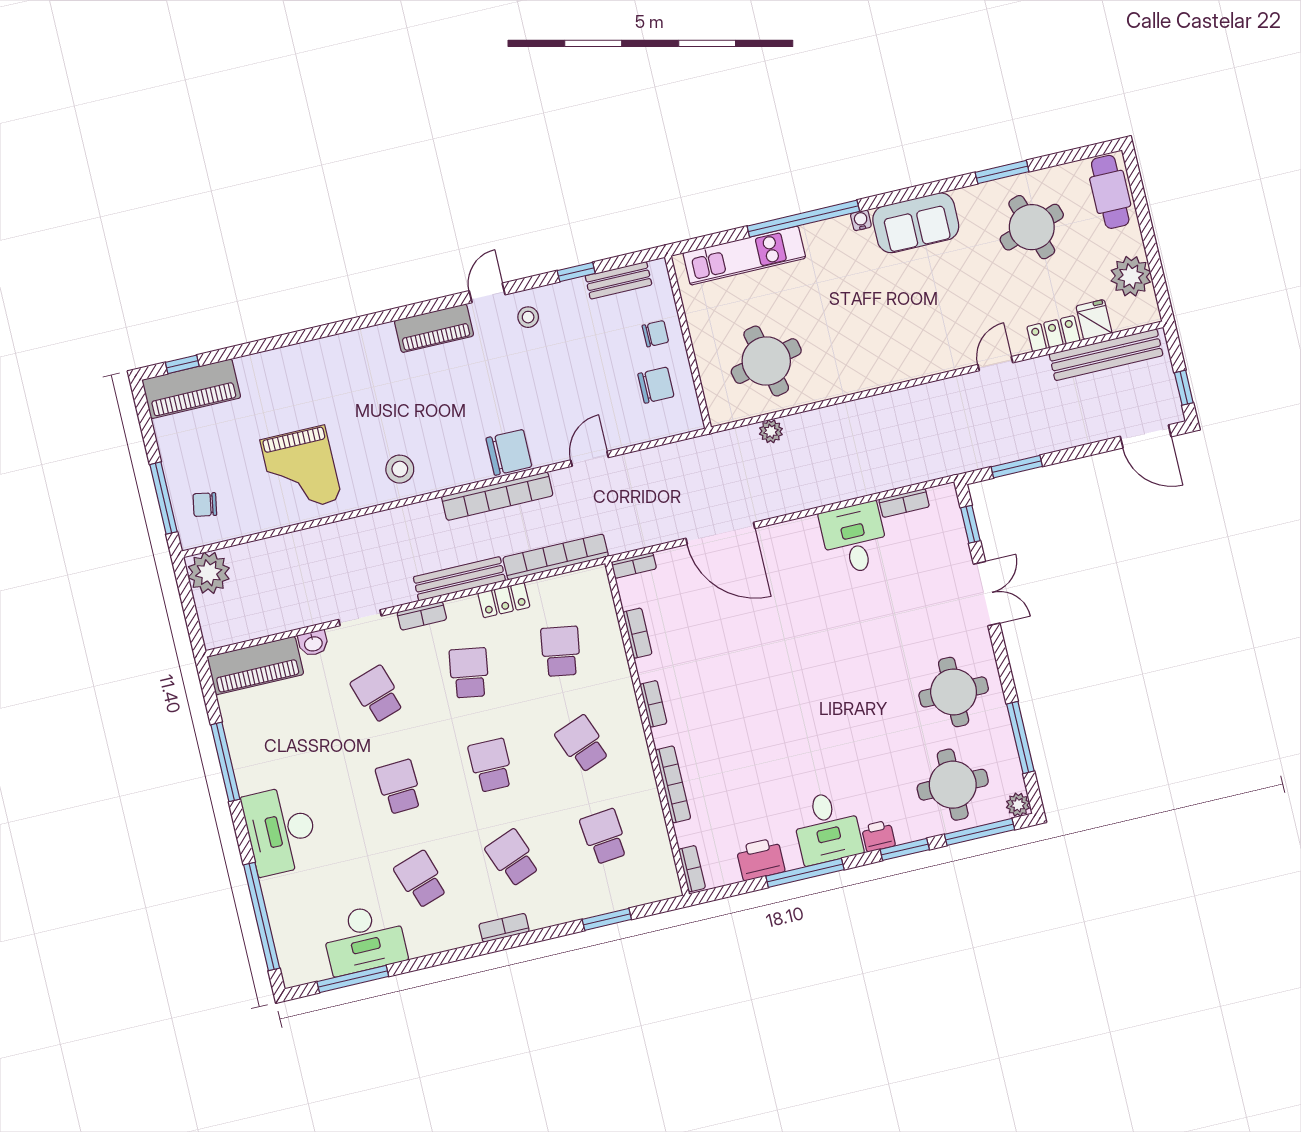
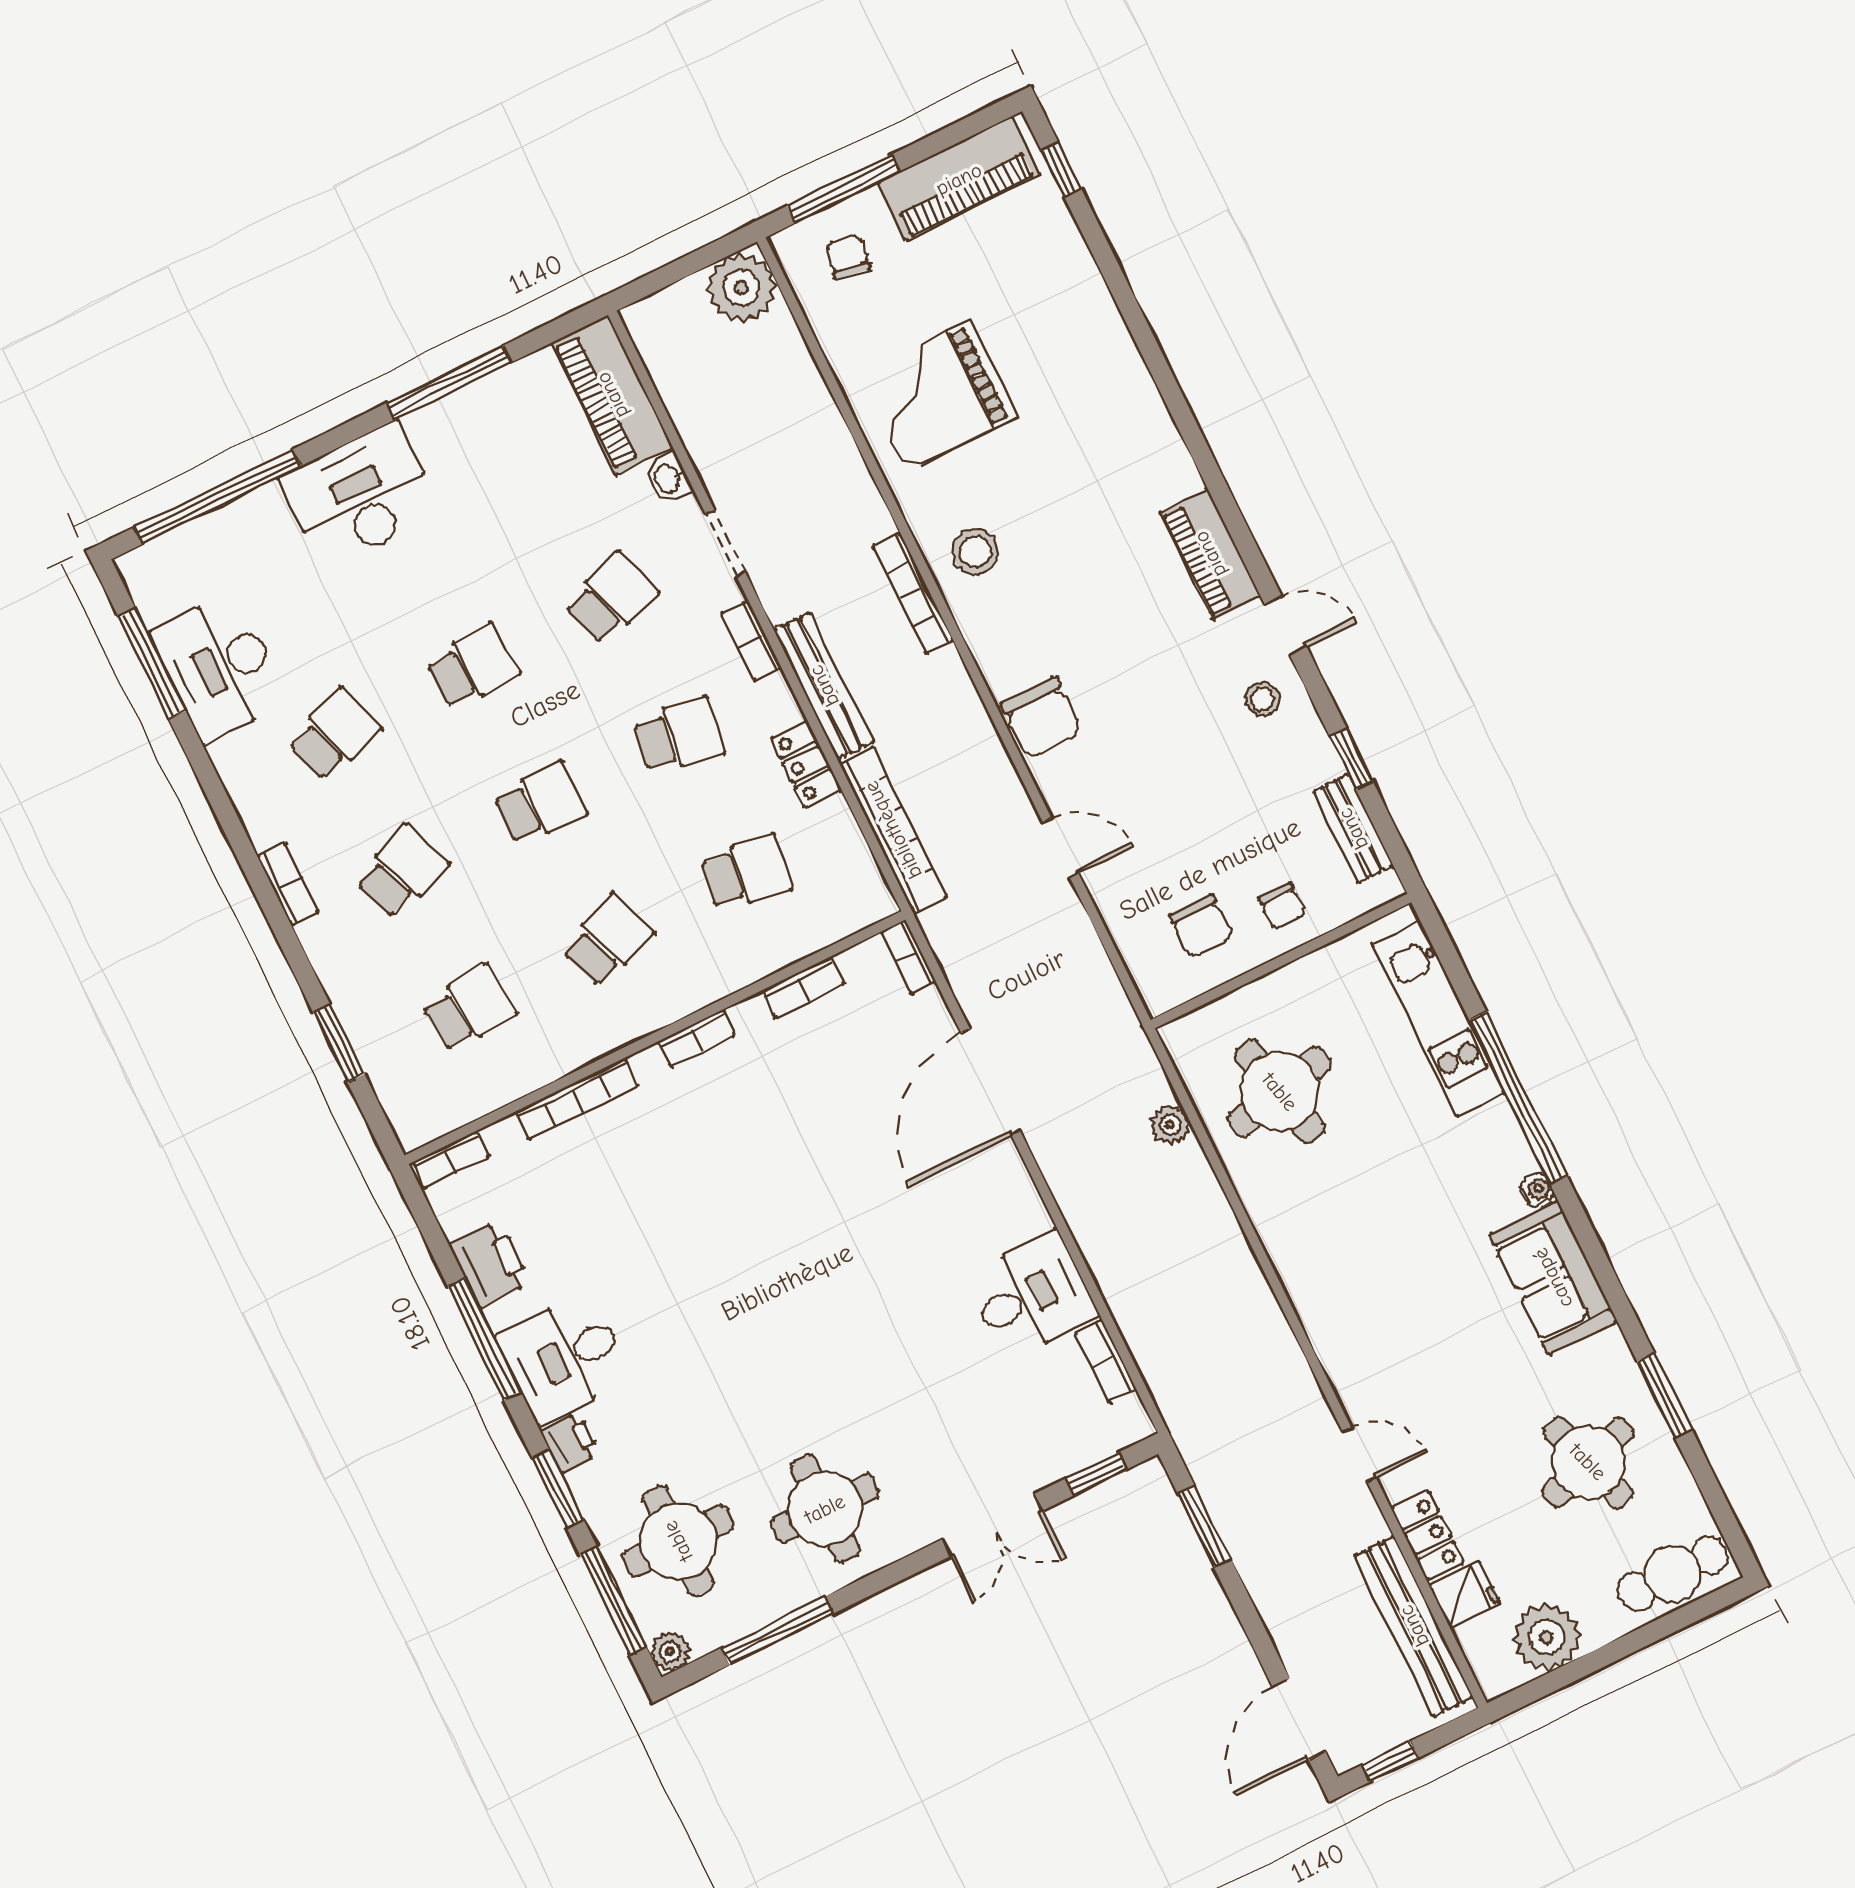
piano: (191, 389) -> (959, 179), moved, turned -90
bookcase: (497, 496) -> (913, 594), moved, width x0.68, depth x0.76

